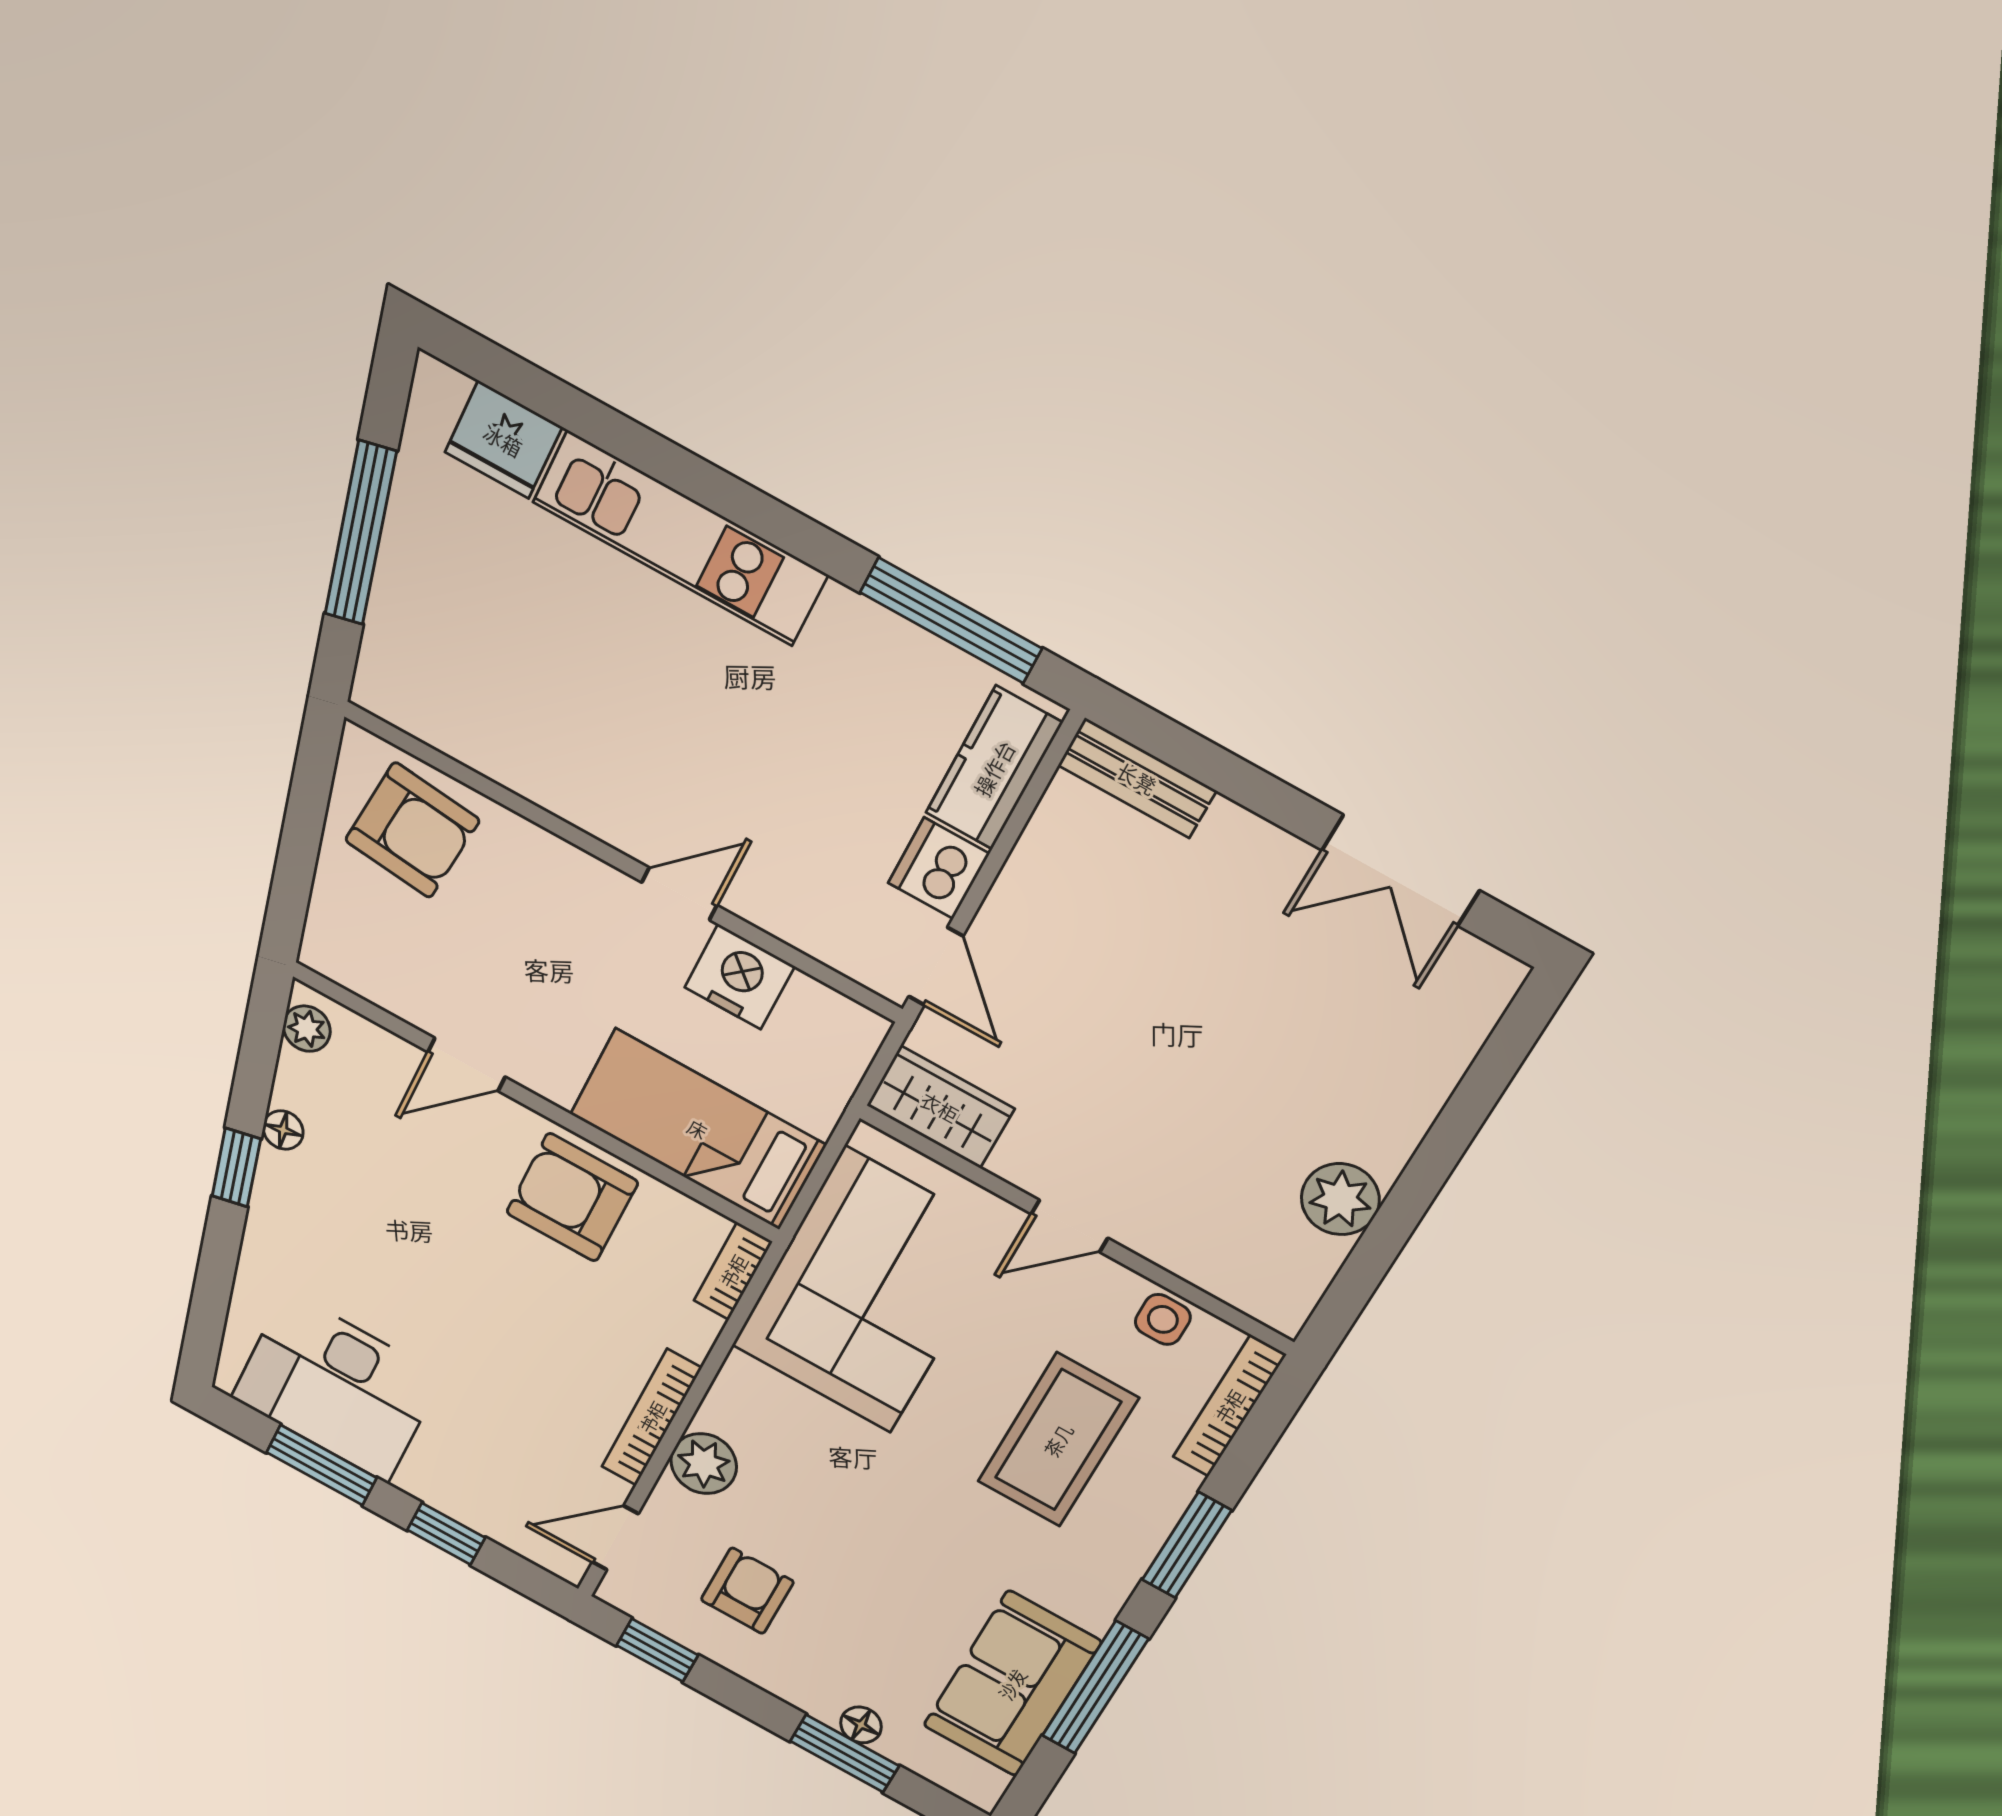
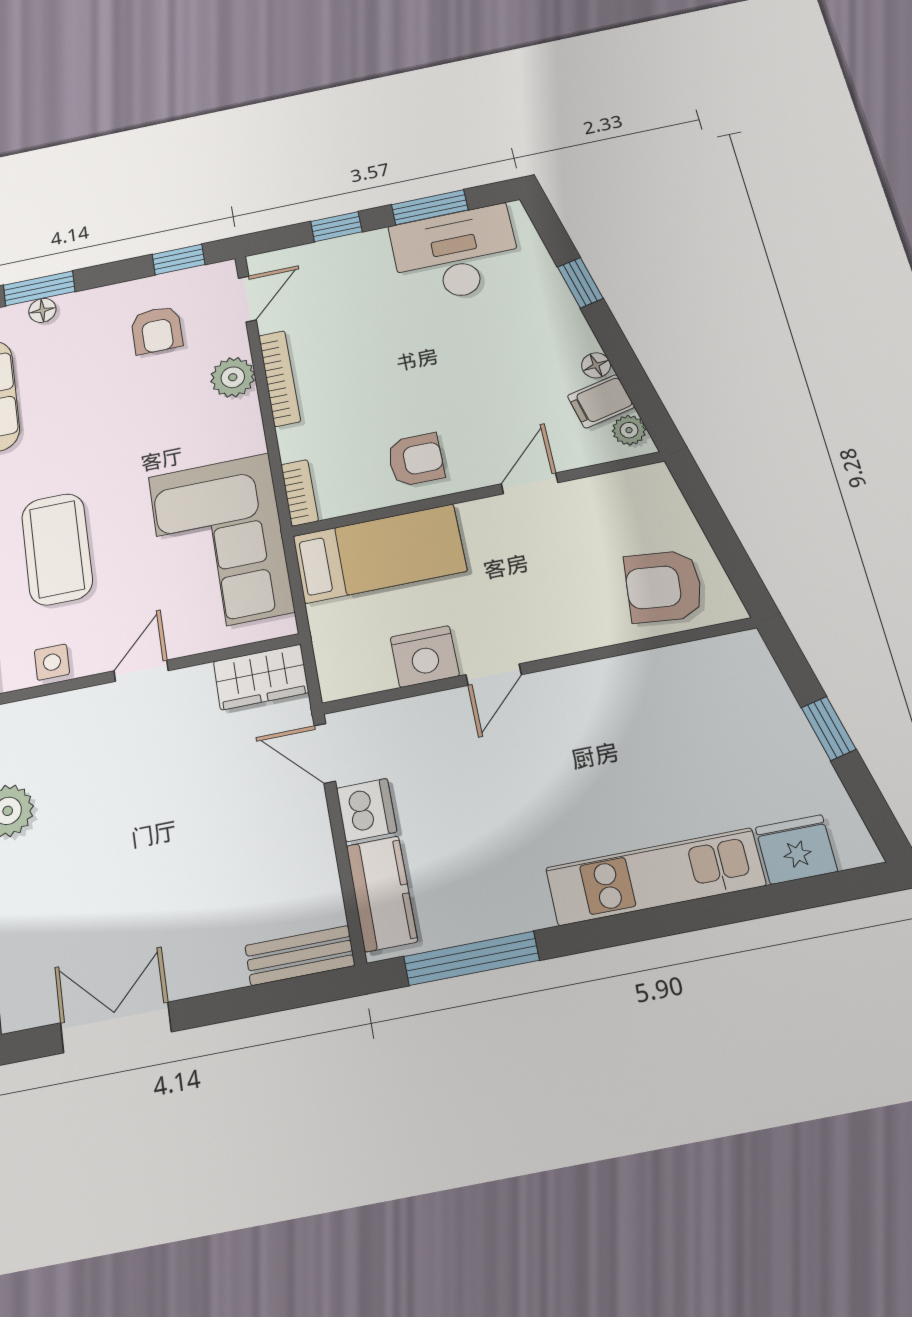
window: (361, 533) -> (829, 728), width x0.46
filing cabinet: (311, 1086) -> (601, 401), added
window: (236, 1168) -> (580, 283), moved
armchair: (572, 1197) -> (416, 460), width x0.72, depth x0.72

